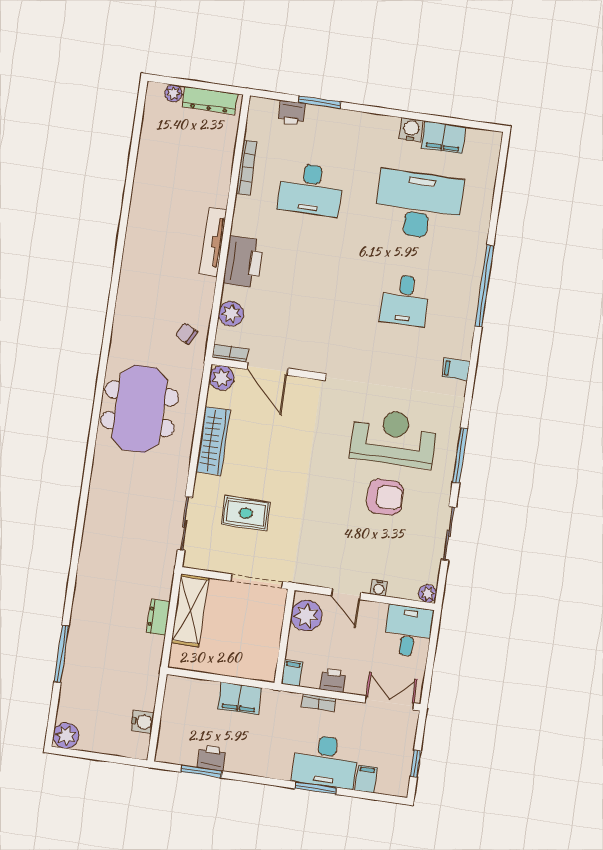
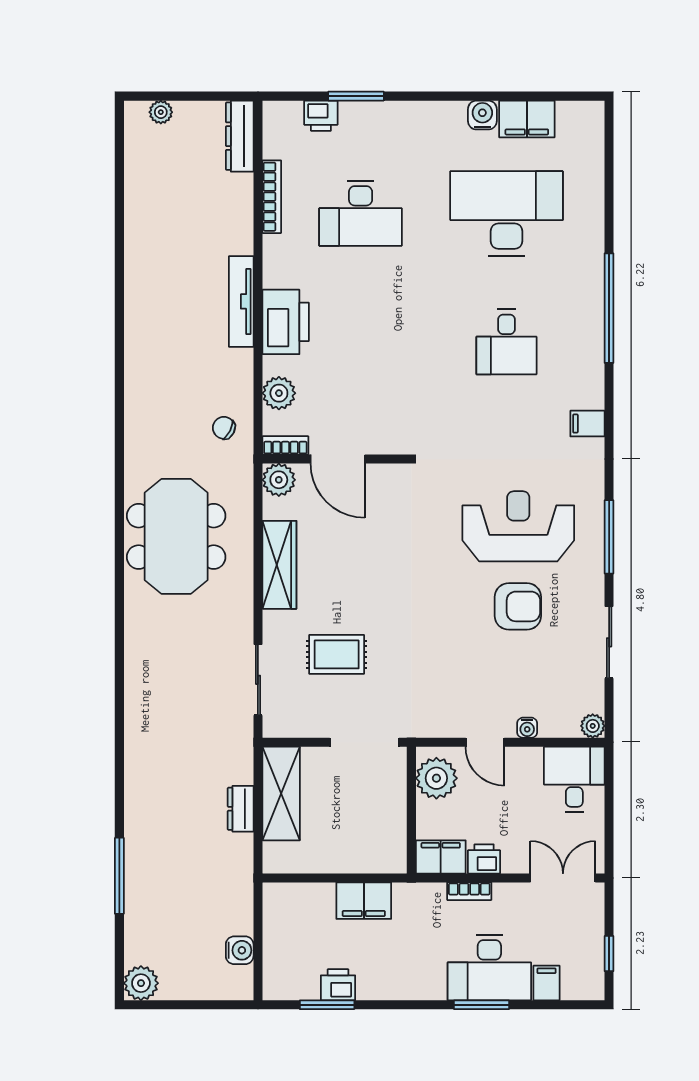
dresser: (210, 100) -> (240, 136), moved, turned 90
filing cabinet: (292, 673) -> (441, 857), width x2.00

